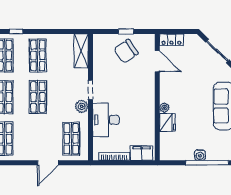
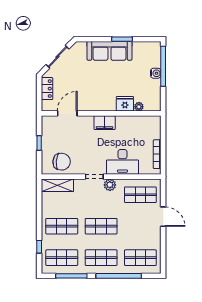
locker: (171, 40) -> (47, 89), moved
chair: (126, 51) -> (62, 162), moved, turned -51
plant: (164, 108) -> (139, 107), moved
filing cabinet: (141, 153) -> (105, 123), moved, turned -90

